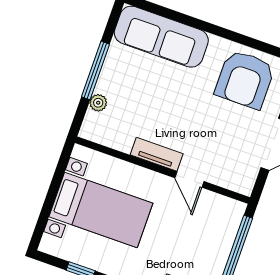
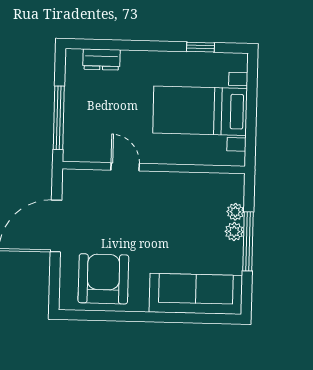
plant: (105, 84) -> (234, 232), added
tv unit: (157, 154) -> (164, 181), removed

